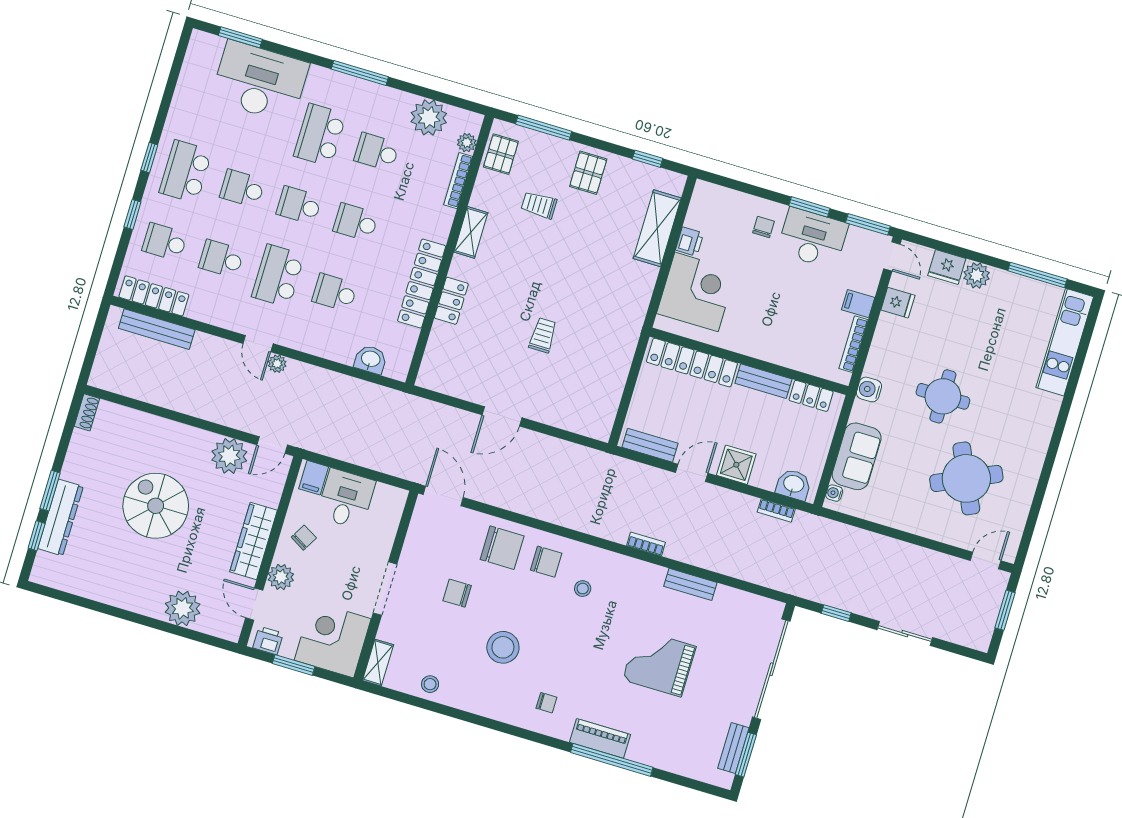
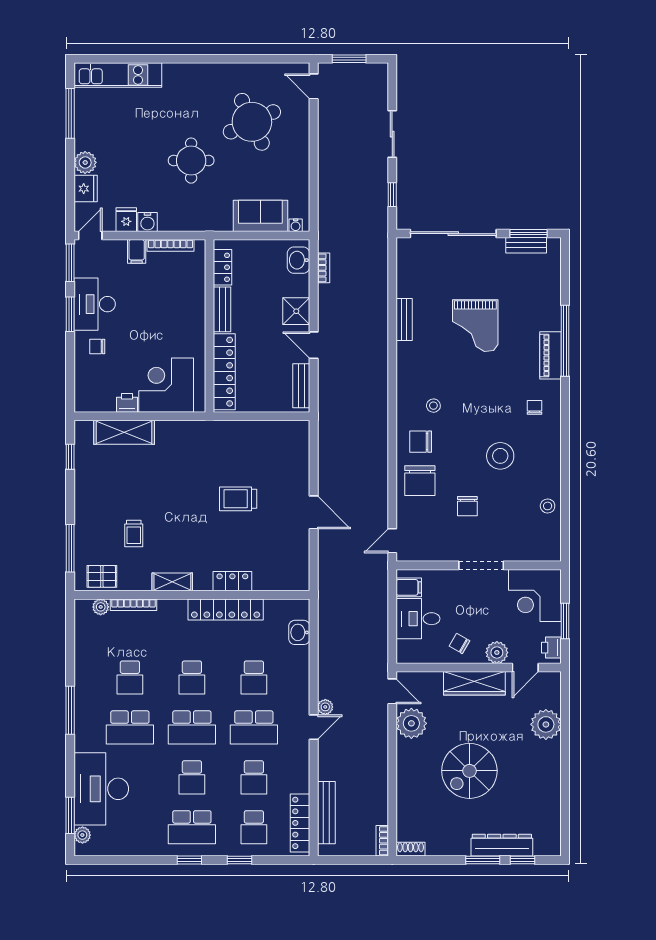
plant: (429, 118) -> (82, 835), moved, width x0.53, depth x0.53
pallet: (588, 173) -> (96, 501), removed
school desk: (299, 205) -> (192, 727), width x1.85
trolley: (543, 335) -> (238, 499), width x1.36, depth x1.39
water cooler: (869, 389) -> (147, 222), moved
filing cabinet: (314, 478) -> (409, 587), moved
door: (443, 496) -> (392, 541), width x0.73
bookcase: (646, 544) -> (382, 841), moved
chair: (502, 548) -> (420, 481), turned 180
chair: (546, 562) -> (421, 442), turned -90
shelving: (378, 663) -> (543, 553), removed

